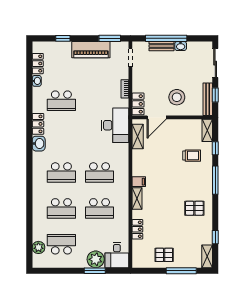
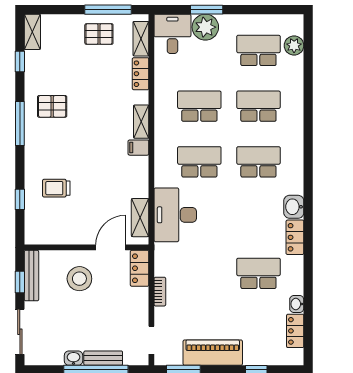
desk: (115, 125) -> (175, 215), moved
shelving: (207, 130) -> (141, 39), moved
window: (215, 180) -> (20, 124), moved
school desk: (61, 244) -> (258, 50), turned 180
window: (181, 271) -> (108, 10), moved

